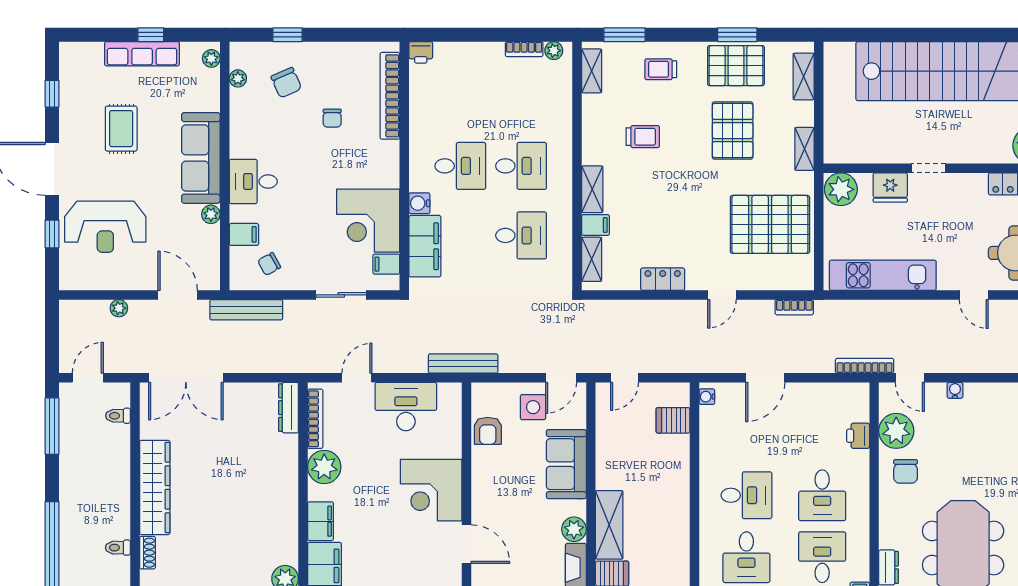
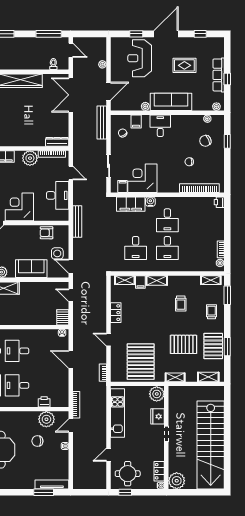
server rack: (673, 420) -> (63, 317), moved
chair: (906, 471) -> (37, 441), moved
desk: (746, 495) -> (17, 351), turned 90

